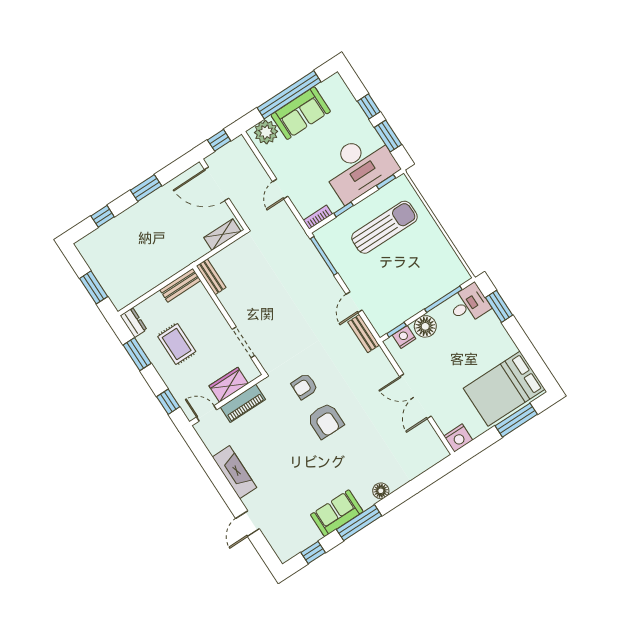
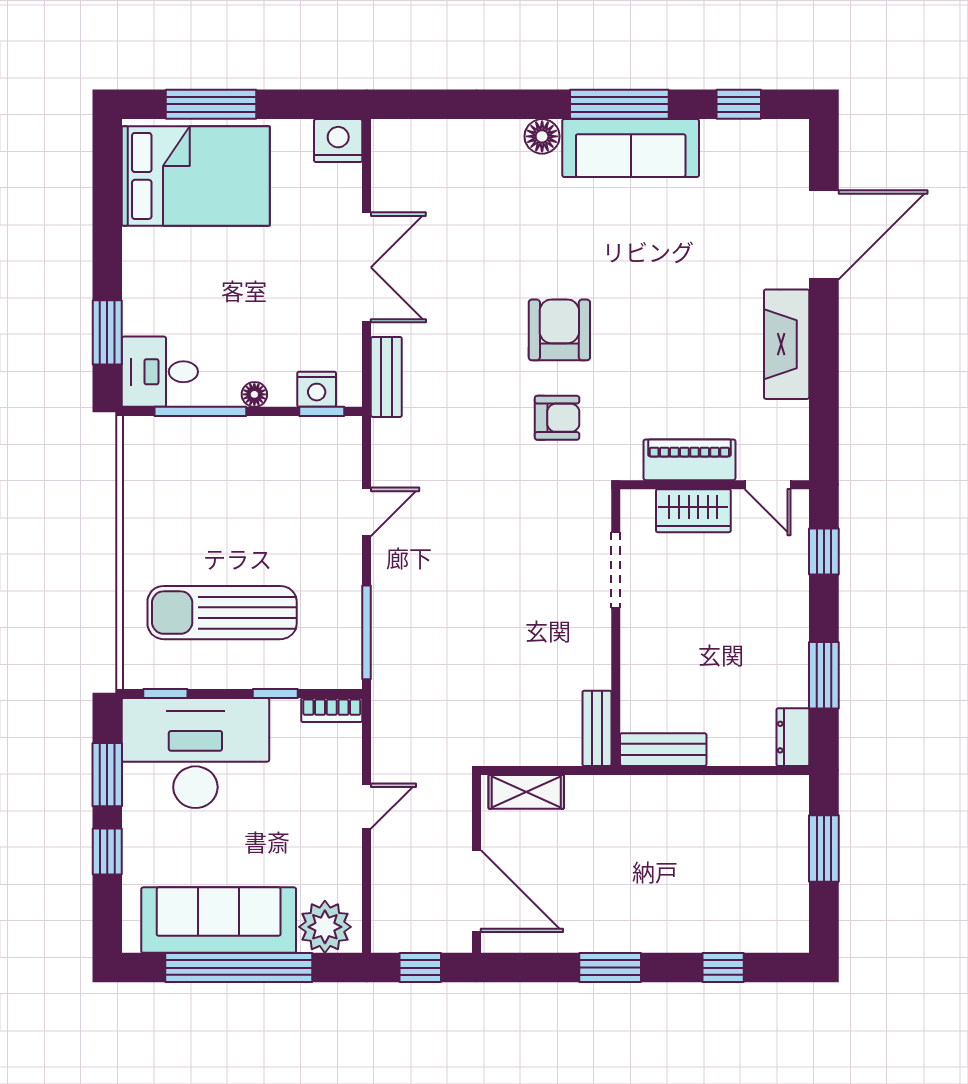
sofa: (301, 113) -> (219, 920), width x1.36
floor lamp: (425, 326) -> (254, 394), width x0.53, depth x0.53
bench: (364, 334) -> (386, 377), moved
rug: (177, 344) -> (740, 647), removed
sofa: (337, 513) -> (631, 148), width x1.36
door: (248, 524) -> (824, 235), width x1.87

